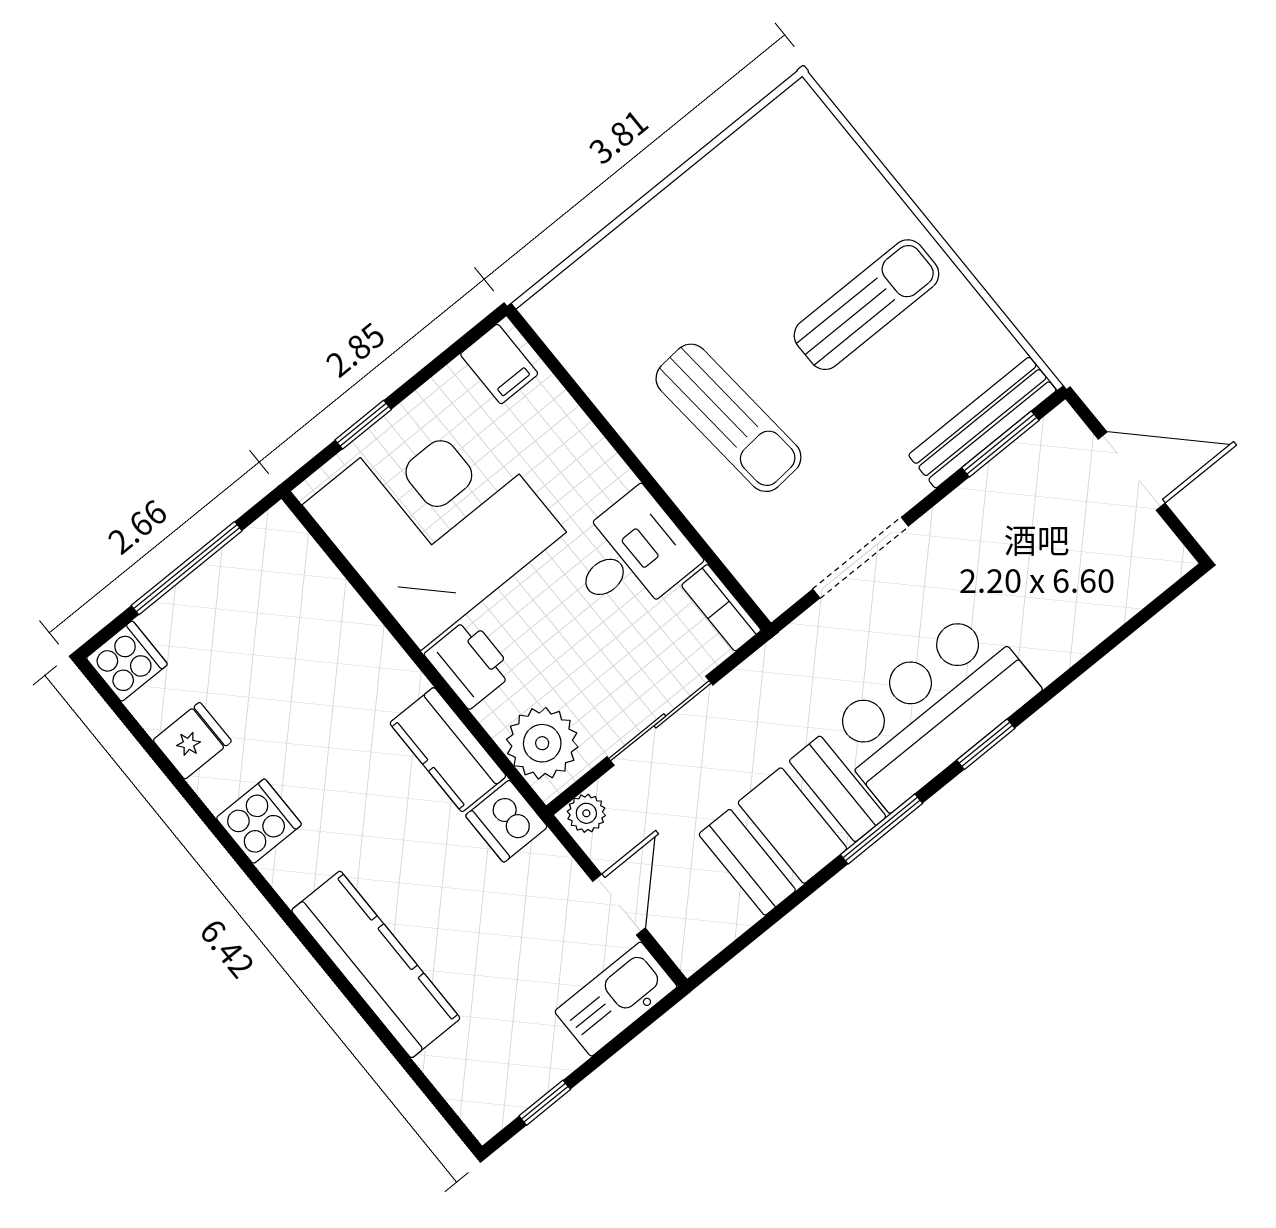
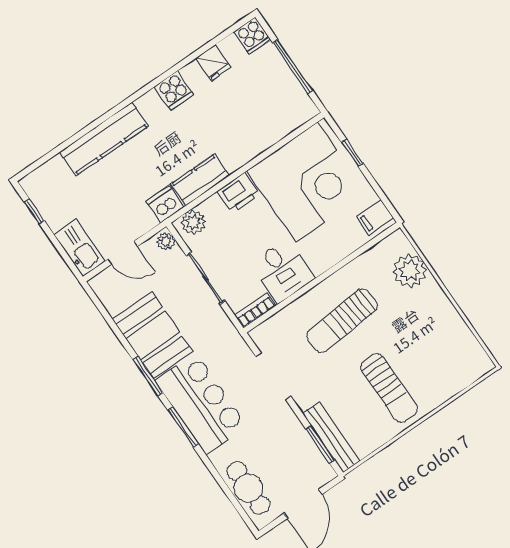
plant: (609, 280) -> (410, 271), added
cafe table: (1107, 592) -> (248, 488), added
plant: (542, 743) -> (193, 222), width x0.73, depth x0.73
window: (986, 744) -> (183, 427), width x1.50

